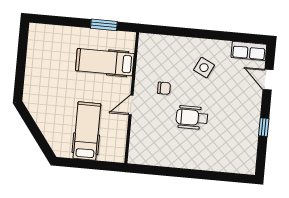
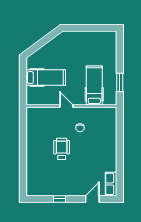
side table: (204, 68) -> (97, 154), removed

